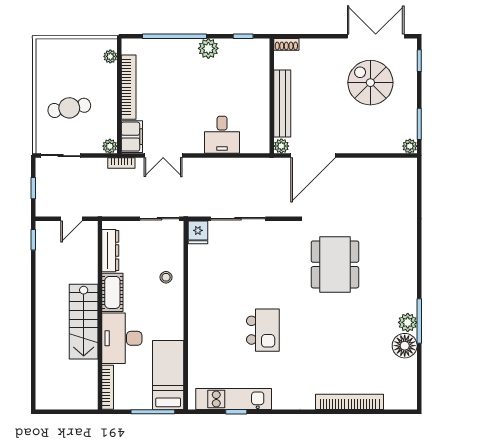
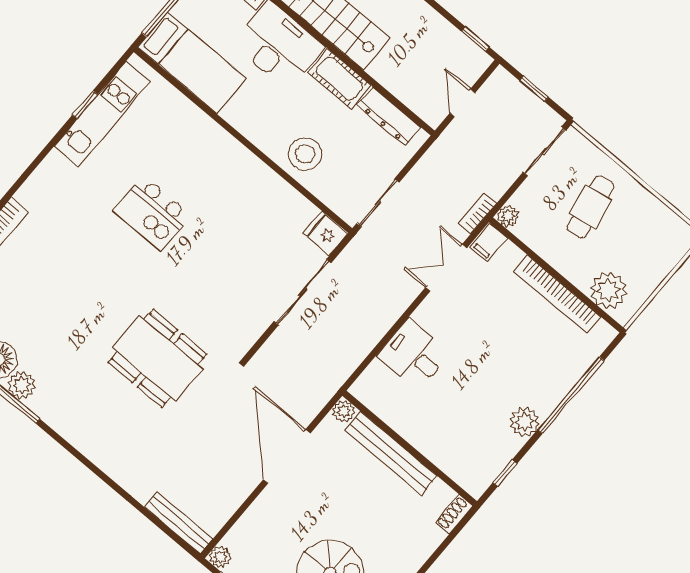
plant: (110, 56) -> (608, 290), width x1.87, depth x1.87
filing cabinet: (132, 137) -> (489, 243), width x0.50
door: (313, 156) -> (287, 456), moved
bench: (410, 182) -> (179, 523), added
stool: (166, 277) -> (305, 154), width x1.89, depth x1.89

